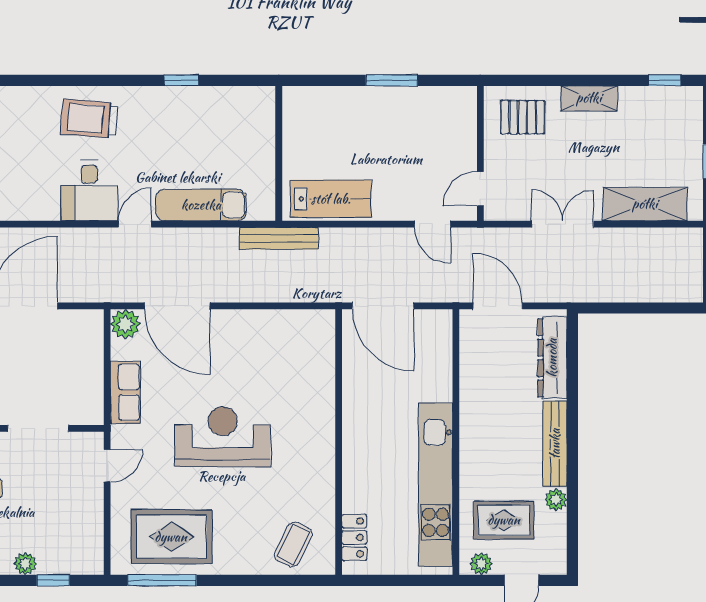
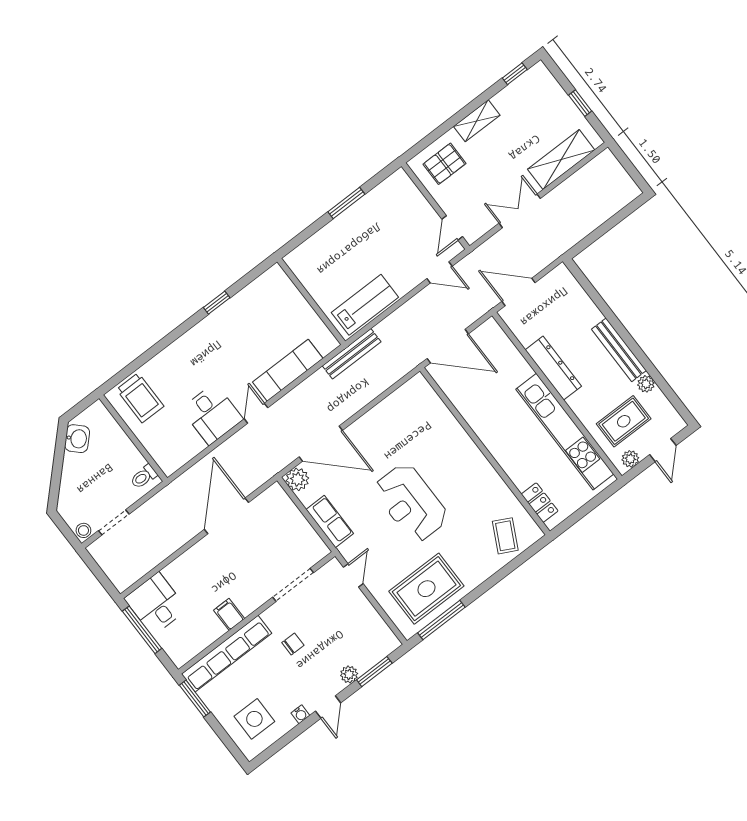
trolley: (89, 119) -> (140, 398), moved, turned -95
dresser: (552, 358) -> (553, 368), moved, turned 180
reception desk: (223, 437) -> (411, 503), turned -90
window: (53, 580) -> (374, 672), width x1.50

